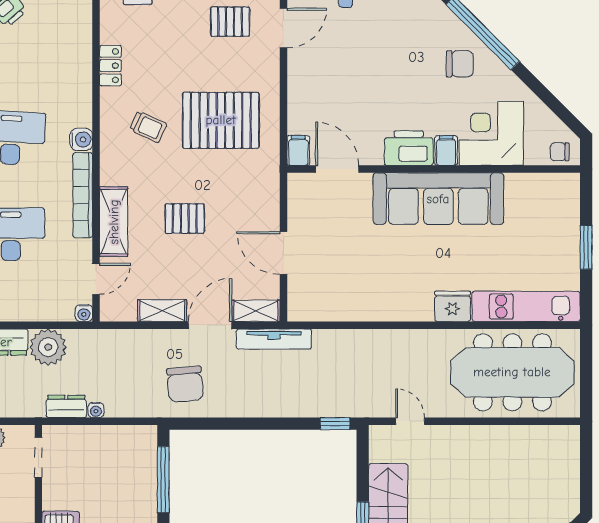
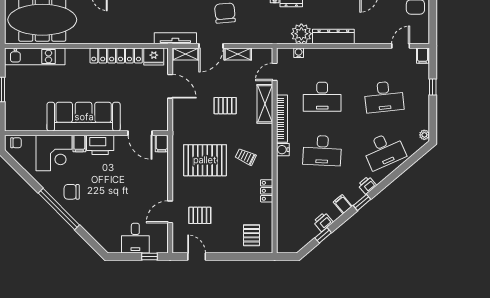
fridge: (453, 306) -> (154, 56), moved
locker: (380, 308) -> (116, 56), added
water cooler: (84, 313) -> (299, 53), moved

